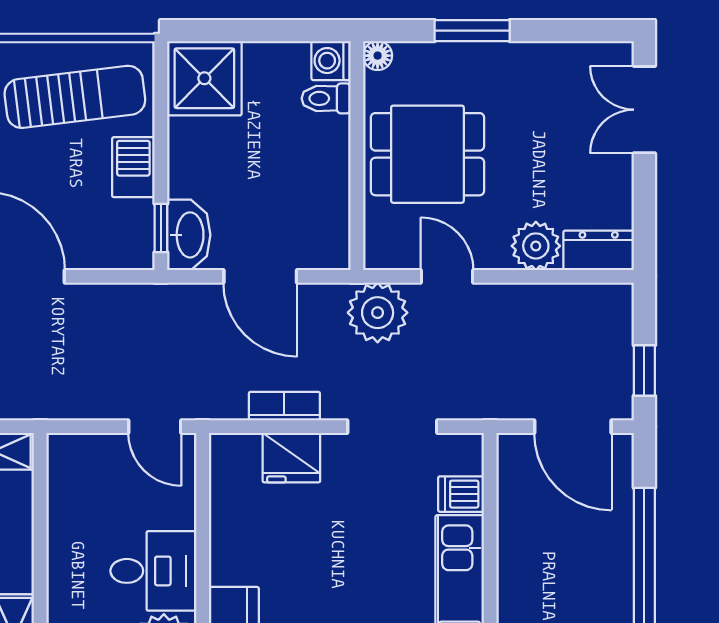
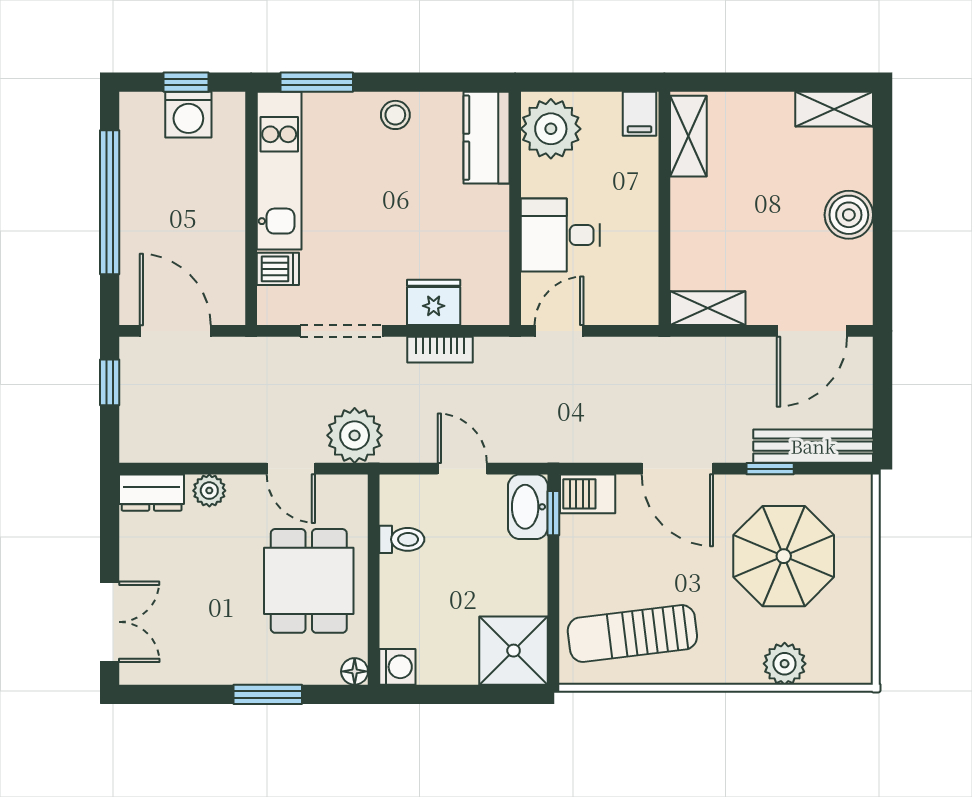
toilet: (326, 98) -> (402, 539), moved
dining table: (427, 154) -> (309, 581), turned 90
barbecue: (133, 167) -> (588, 494), moved, turned 90
plant: (536, 246) -> (209, 491), width x0.73, depth x0.73
door: (260, 276) -> (462, 469), width x0.73
door: (155, 427) -> (559, 331), hinge flipped
desk: (153, 571) -> (560, 235), moved

